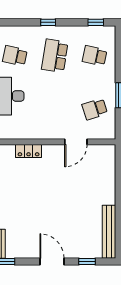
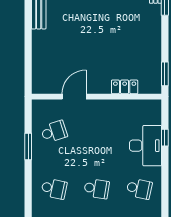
school desk: (55, 56) -> (97, 189), width x0.54

